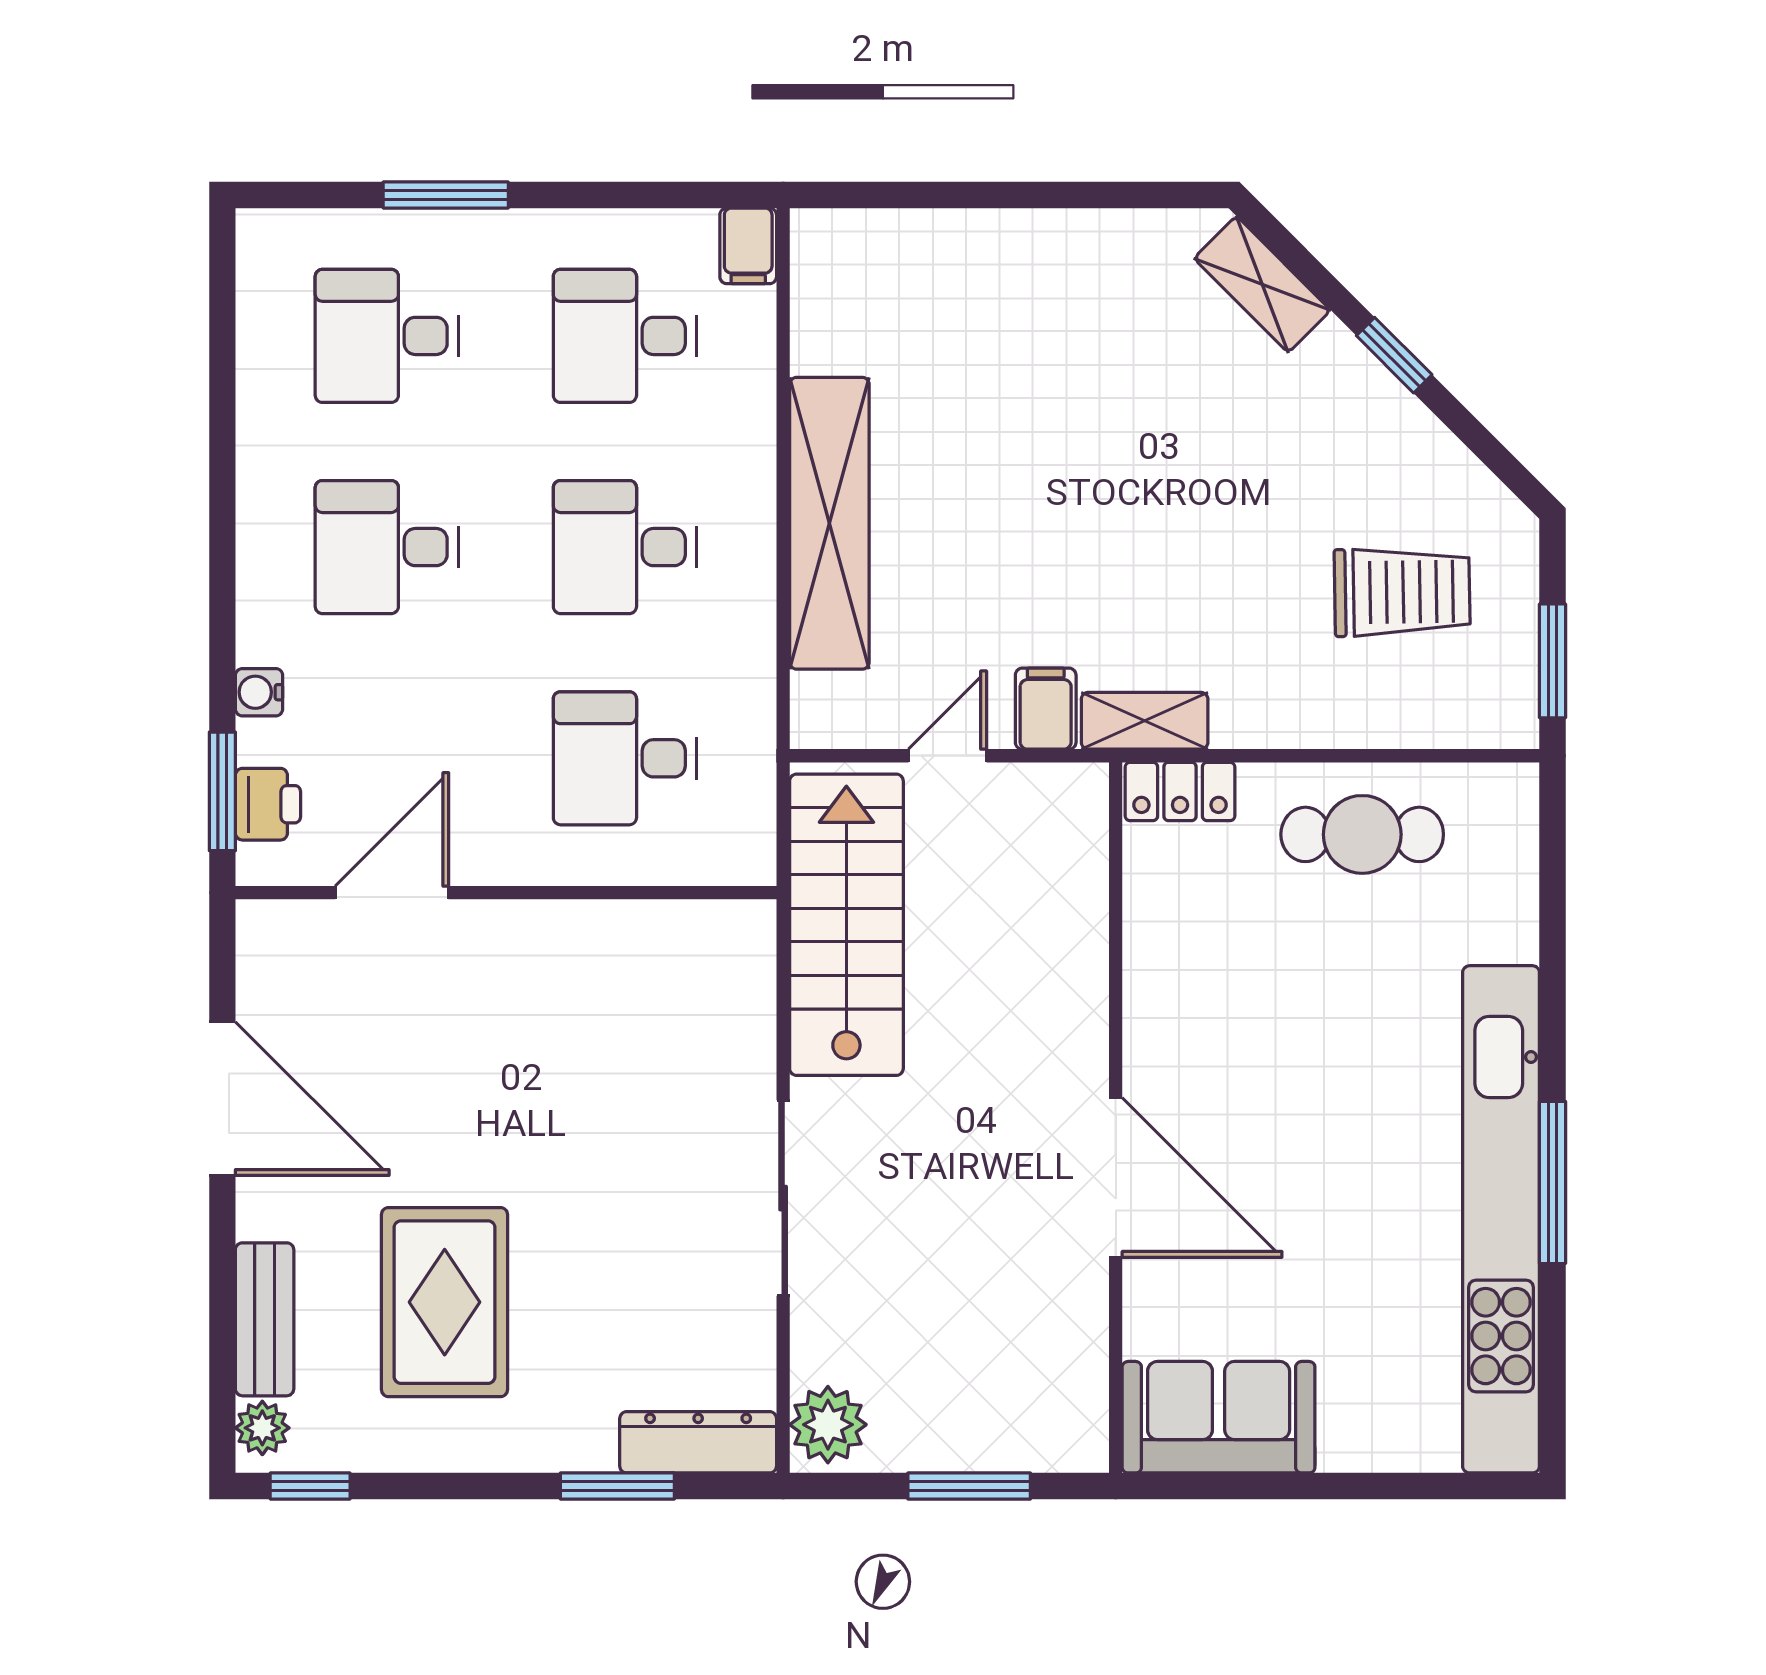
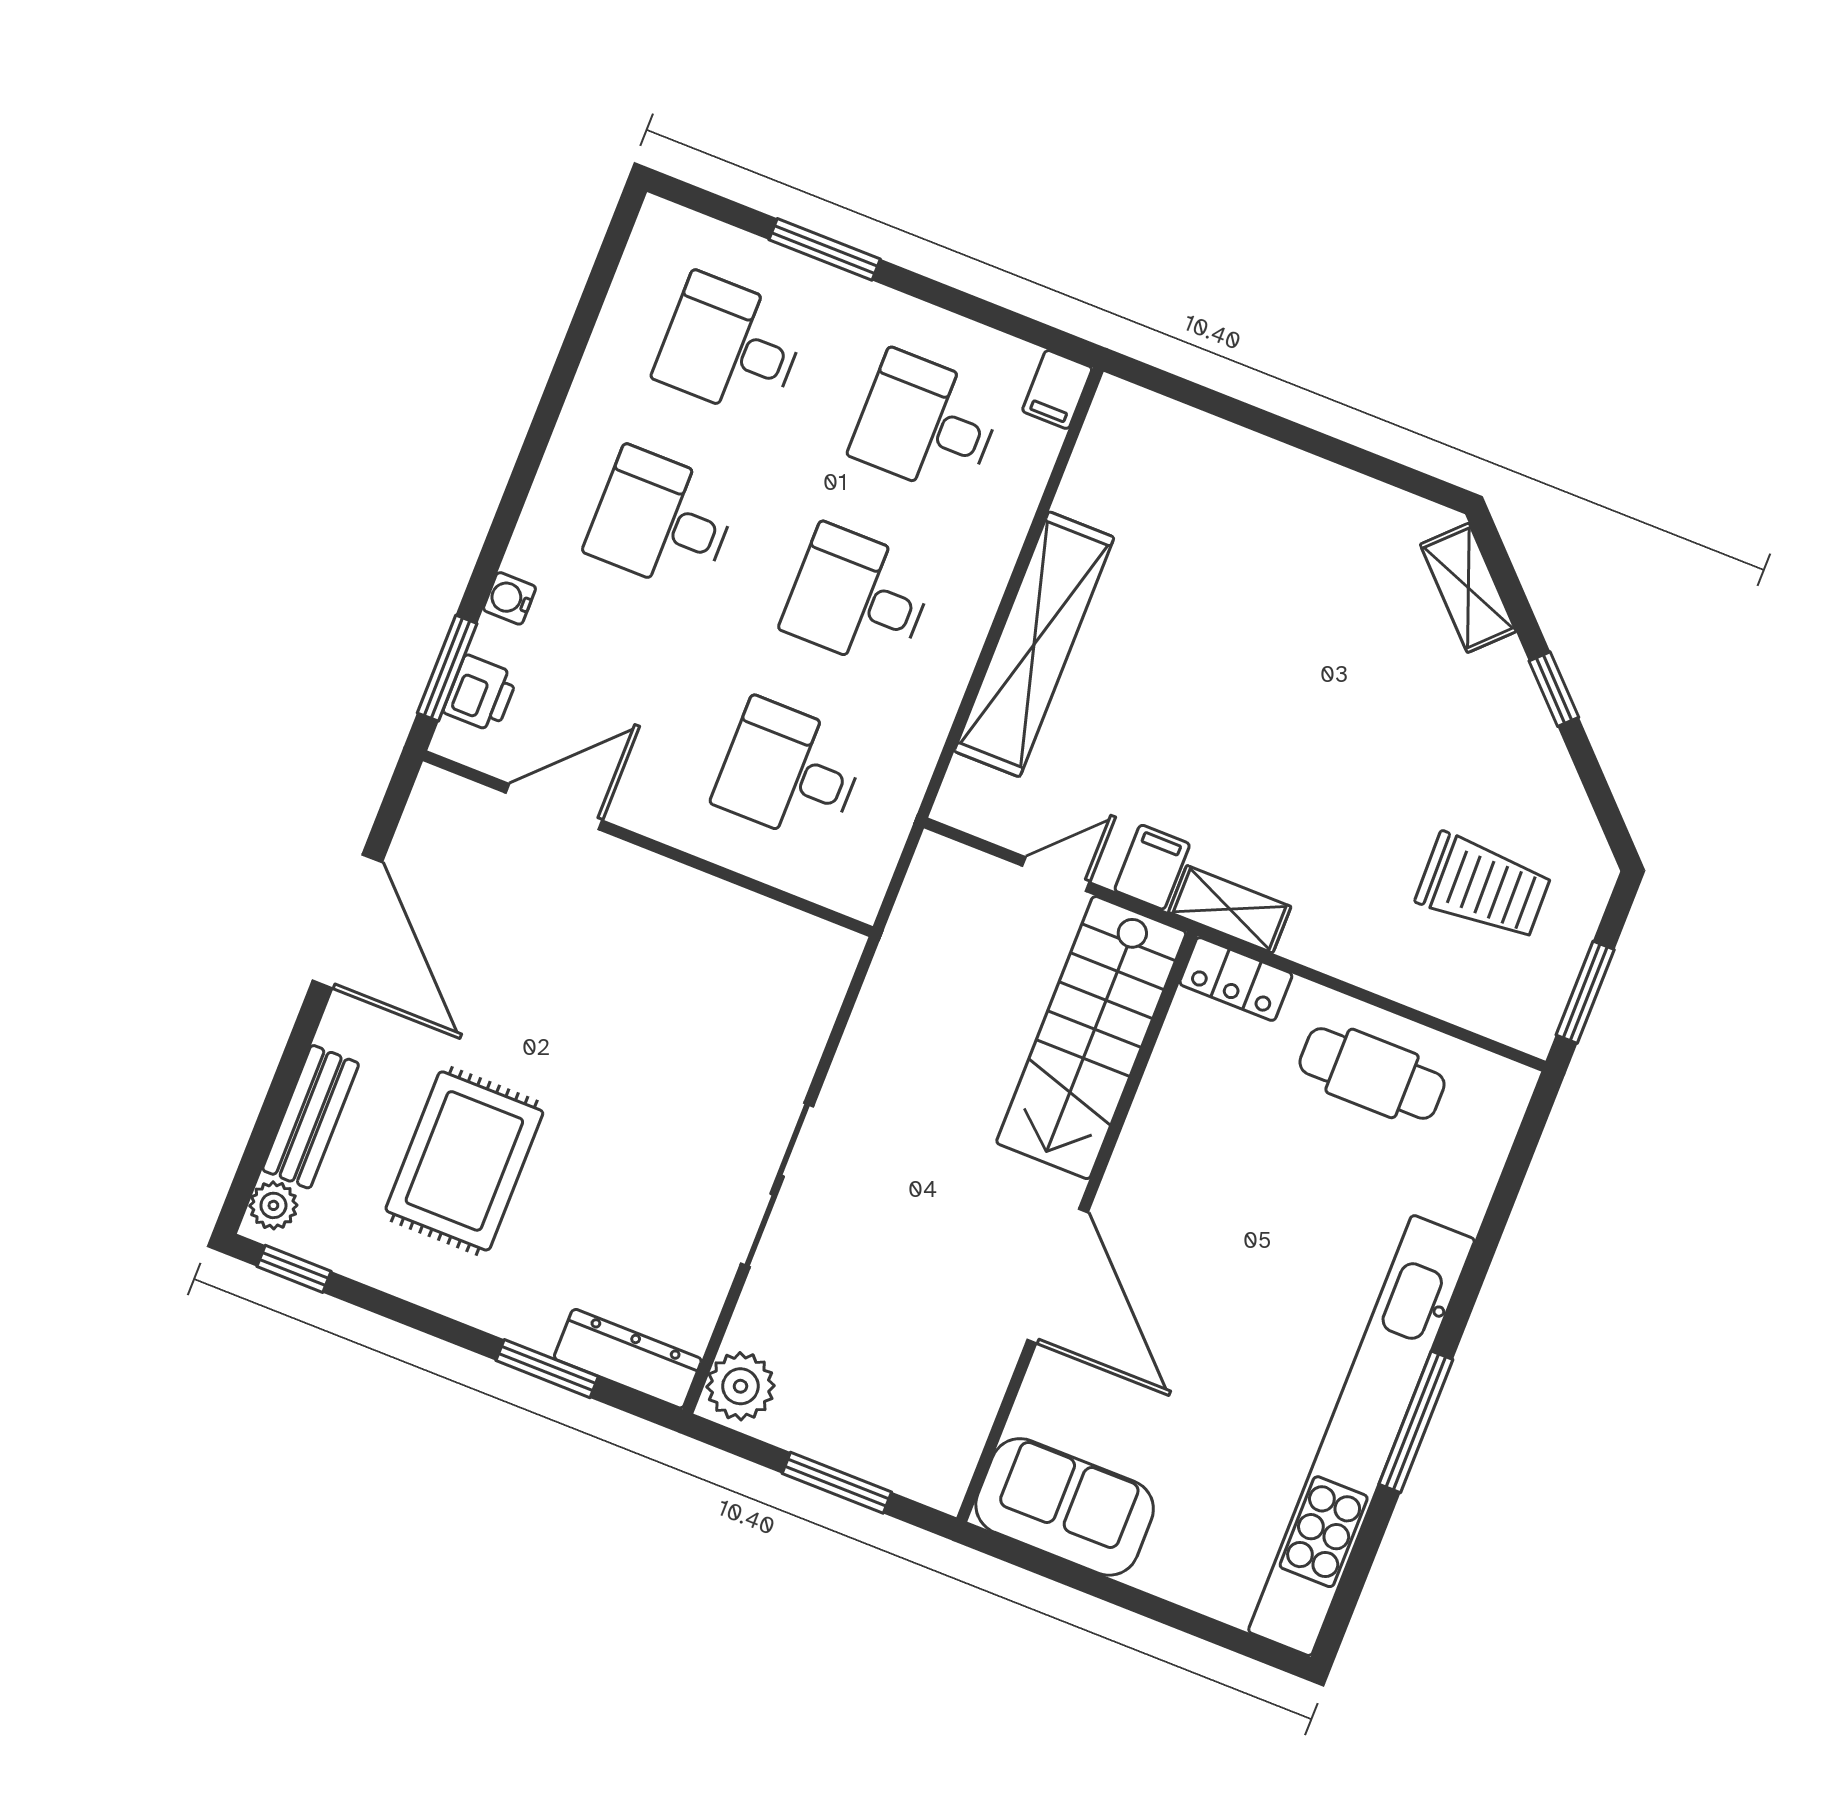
stairs: (846, 925) -> (1091, 1038), moved, turned 180

